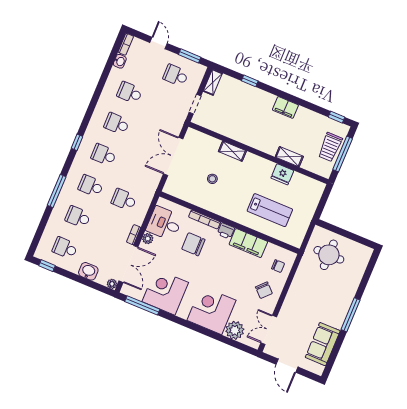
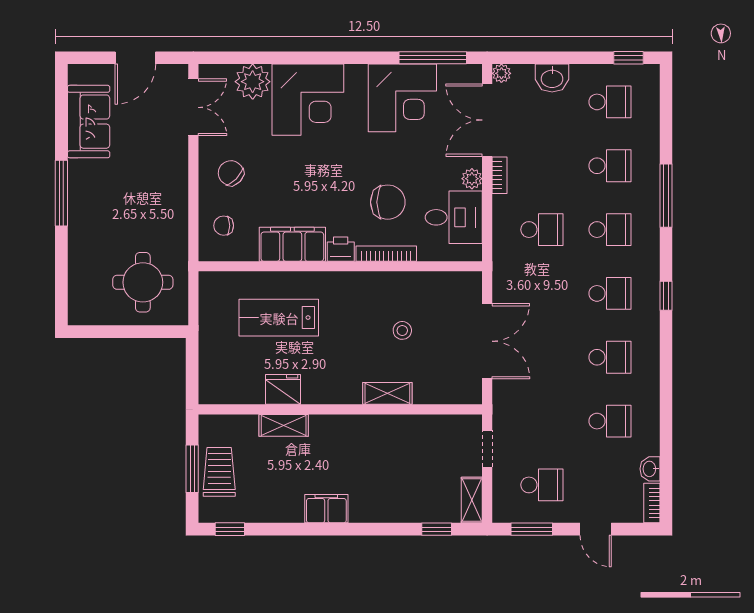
window: (250, 81) -> (437, 529), moved
window: (343, 154) -> (192, 469), width x0.69
door: (287, 366) -> (135, 58), swing flipped

